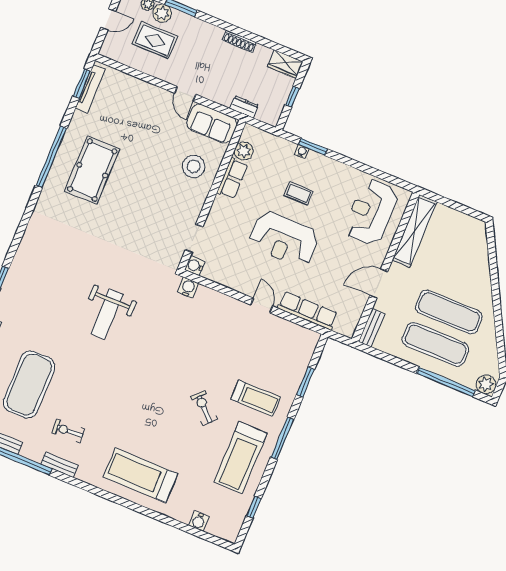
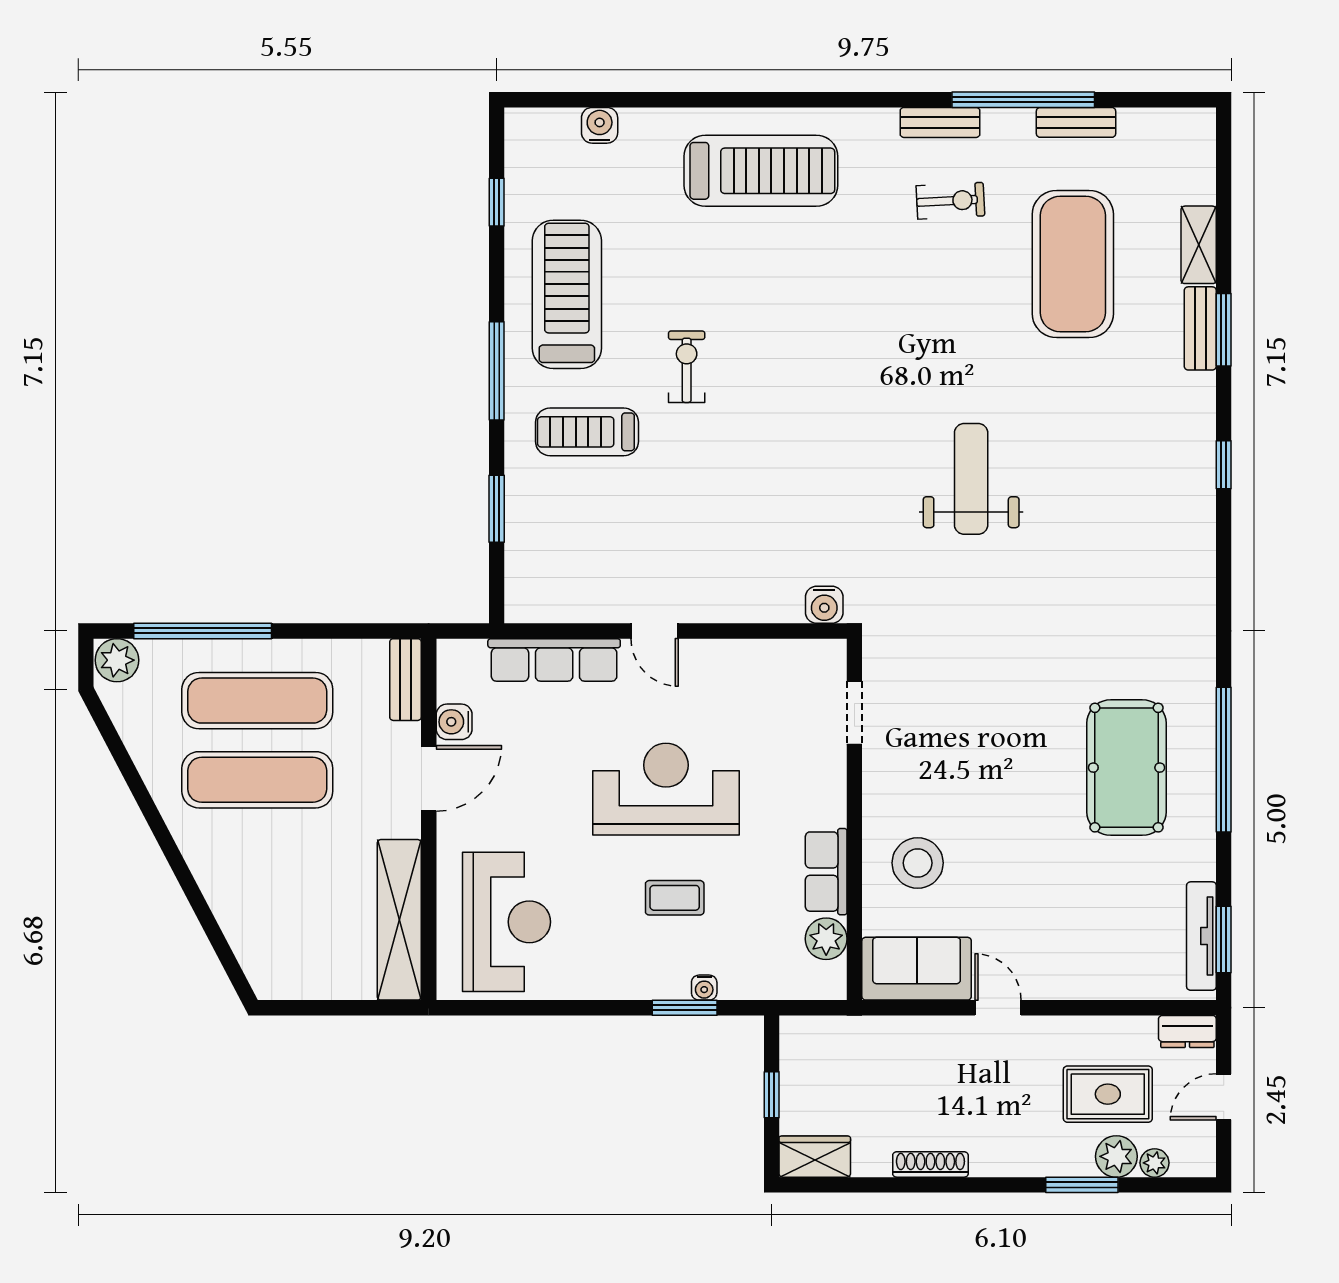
dresser: (244, 107) -> (1187, 1031), moved
water cooler: (195, 266) -> (454, 722), moved, turned 180
exercise bike: (204, 408) -> (687, 367), turned -134

